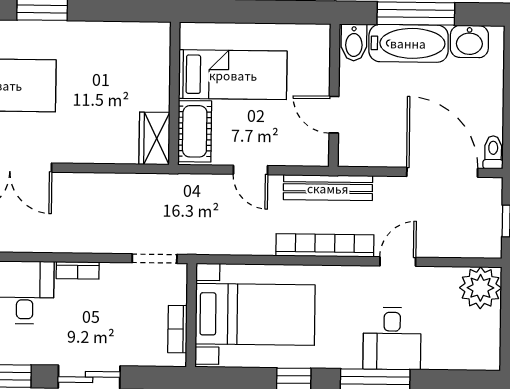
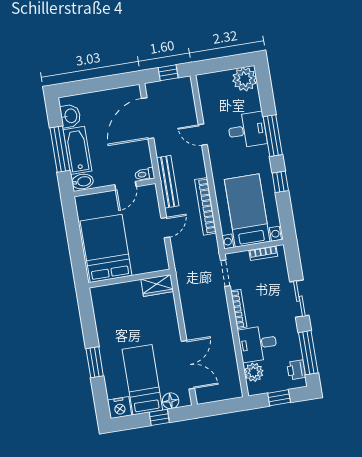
bed: (233, 75) -> (106, 248), width x1.50
cot: (195, 131) -> (149, 263), removed
toilet: (493, 152) -> (145, 174), moved
bookcase: (325, 245) -> (206, 206), moved
bookcase: (78, 270) -> (239, 309), width x1.56
plant: (480, 288) -> (245, 79), moved

